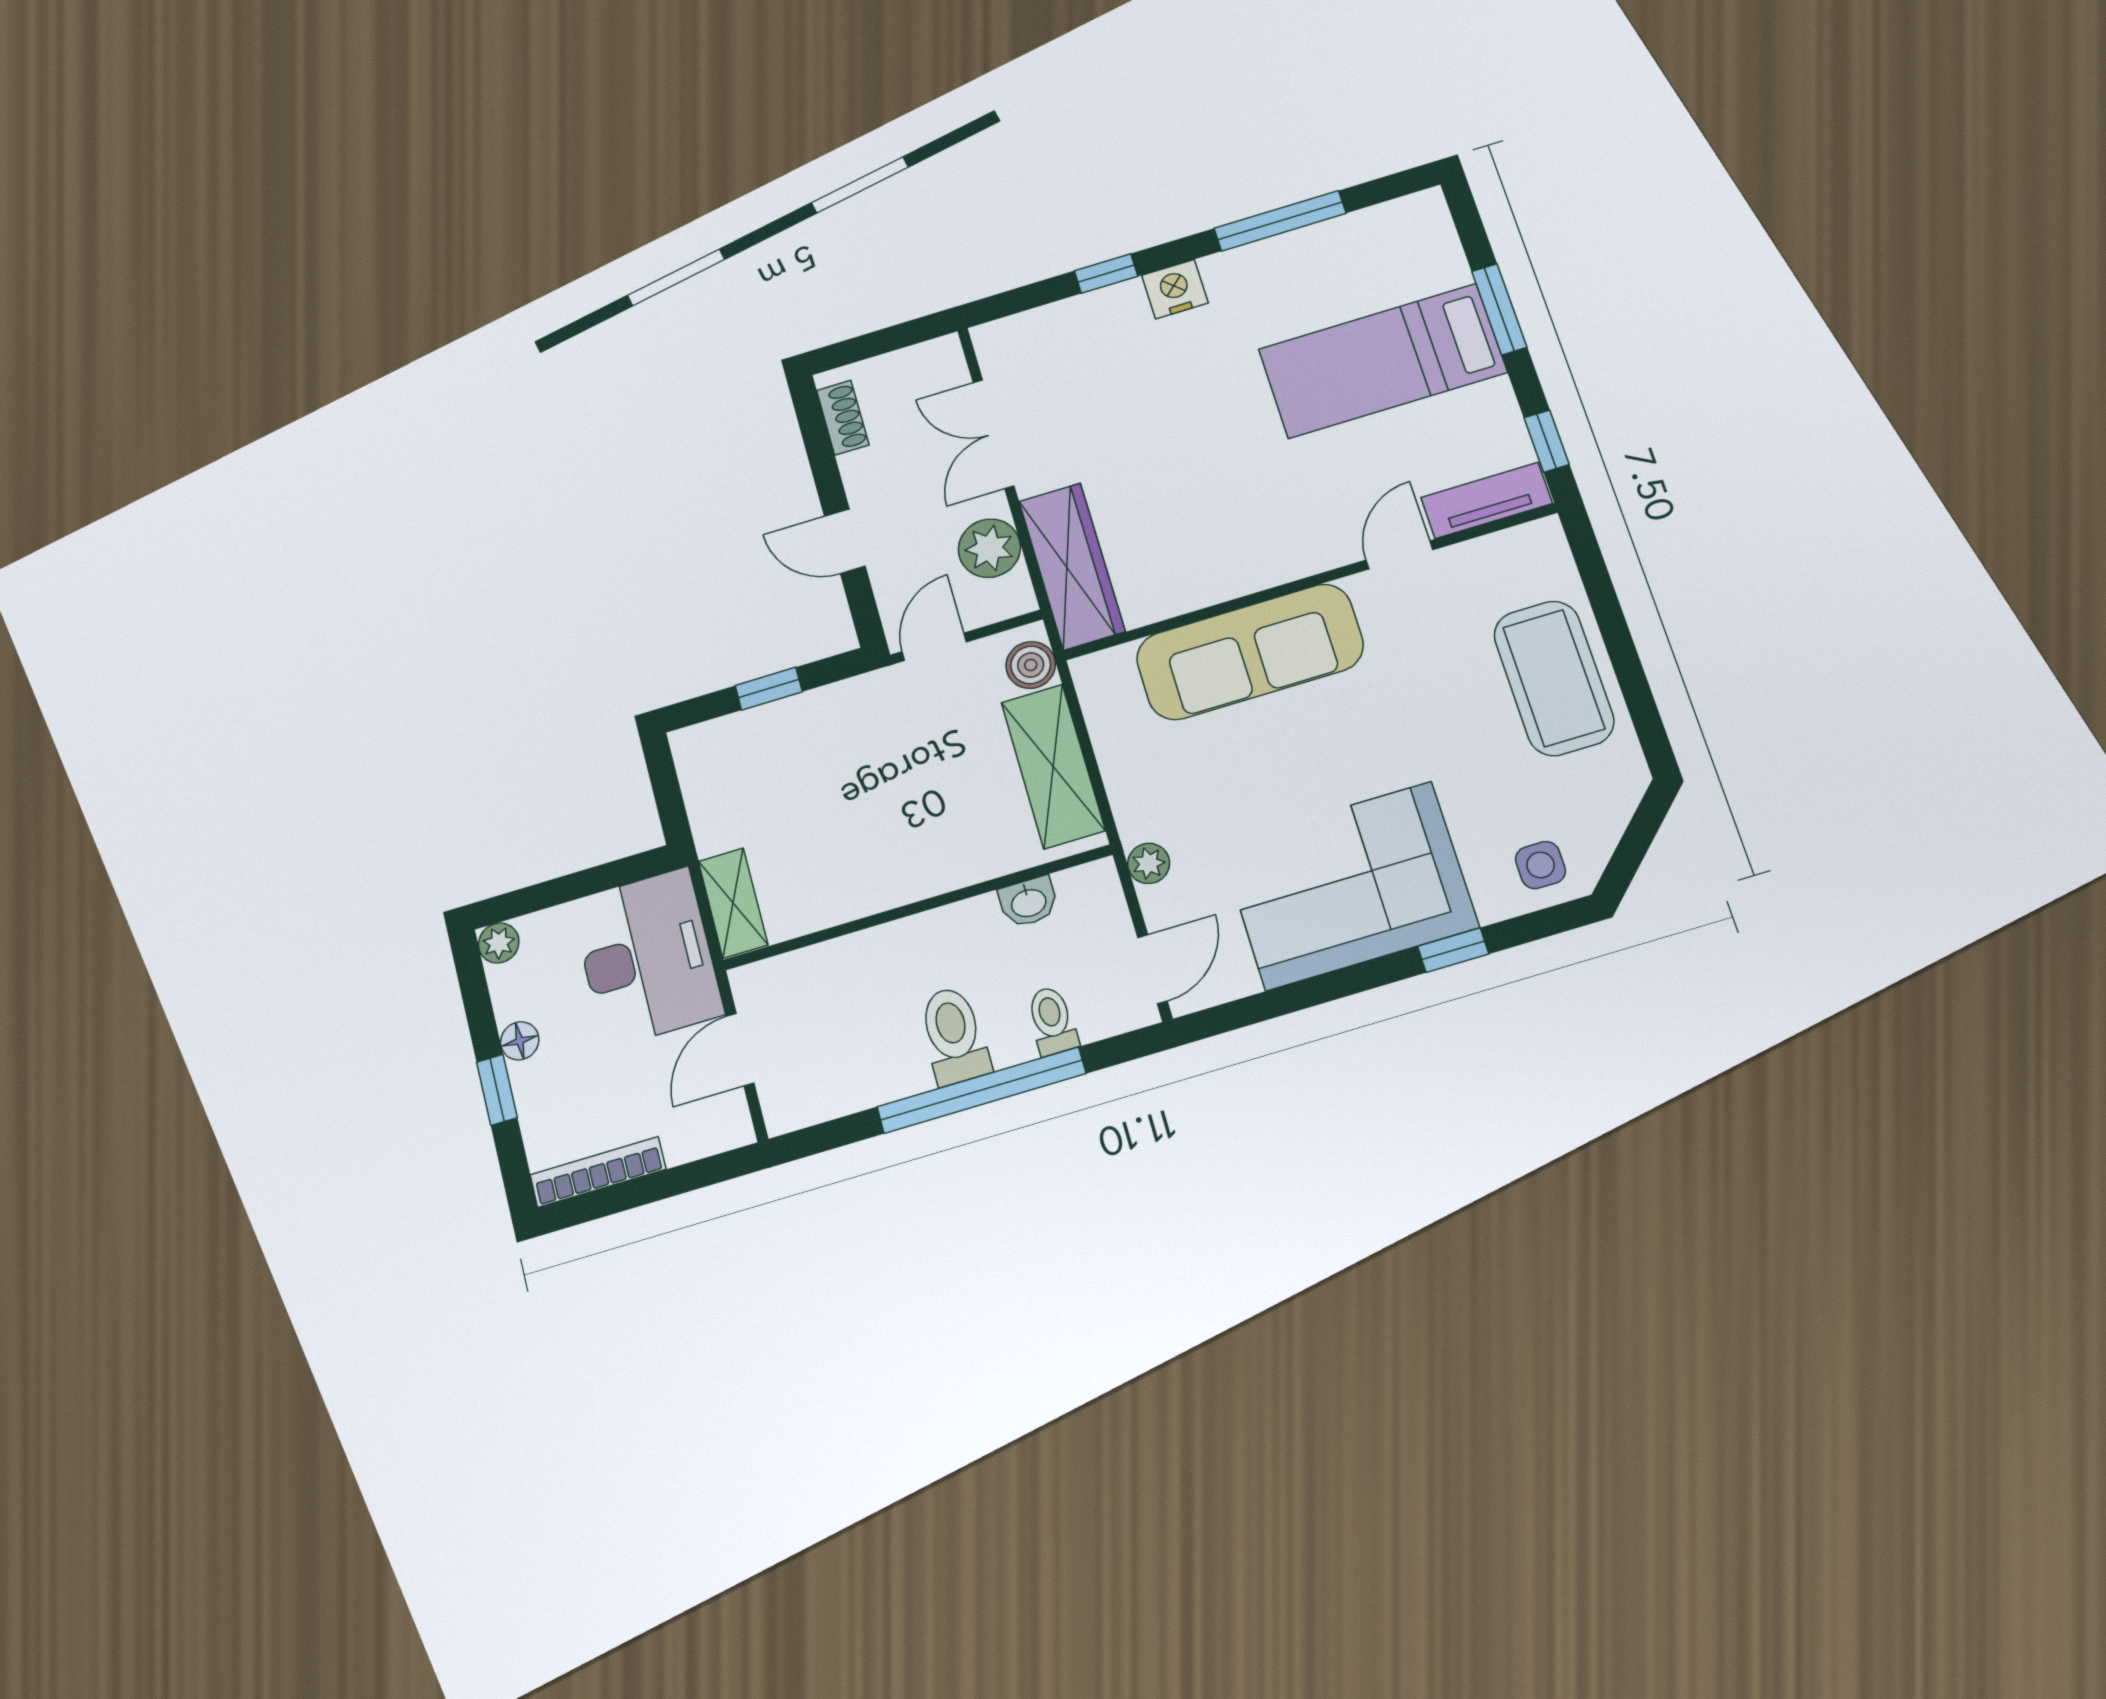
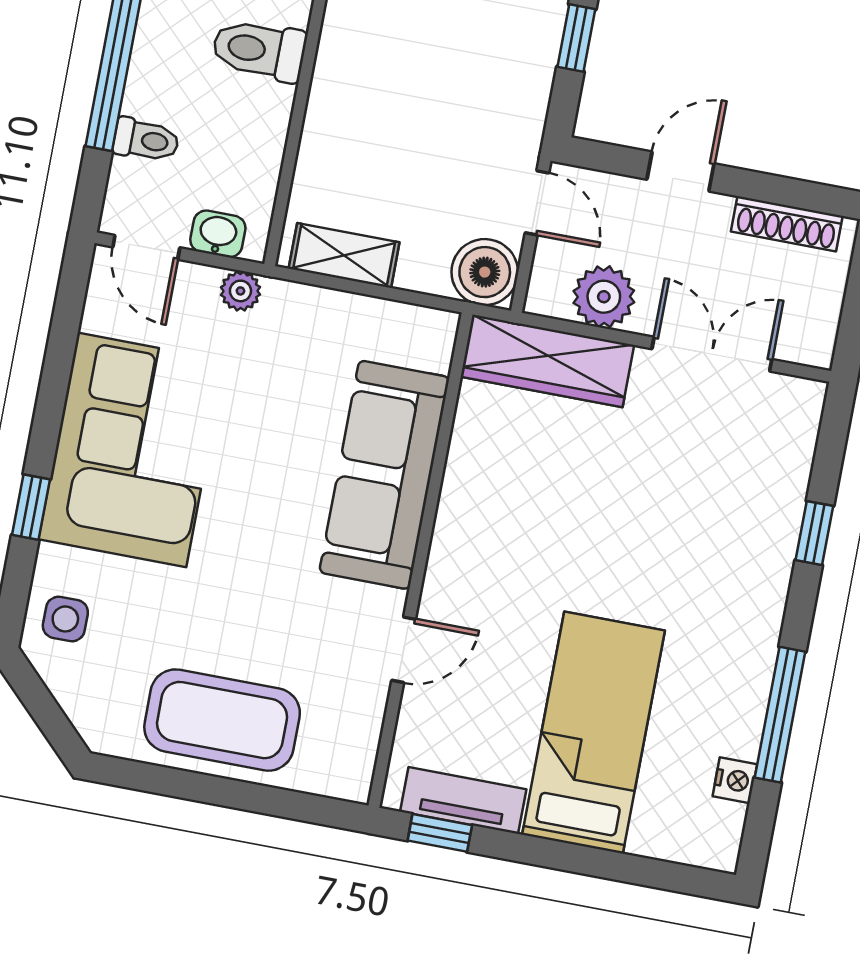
nightstand: (1175, 289) -> (735, 780), moved, width x0.72, depth x0.74
window: (1499, 309) -> (586, 861), removed
shoe rack: (843, 418) -> (787, 224), width x1.43
tv unit: (1487, 500) -> (463, 800), moved, turned -90
door: (1399, 555) -> (404, 650), hinge flipped
boiler: (1031, 665) -> (485, 272), width x1.36, depth x1.36
shelving: (1053, 766) -> (344, 255), width x0.67, depth x0.75
washbasin: (1028, 902) -> (218, 234), moved, turned 90
toilet: (954, 1035) -> (259, 50), moved, turned 180

